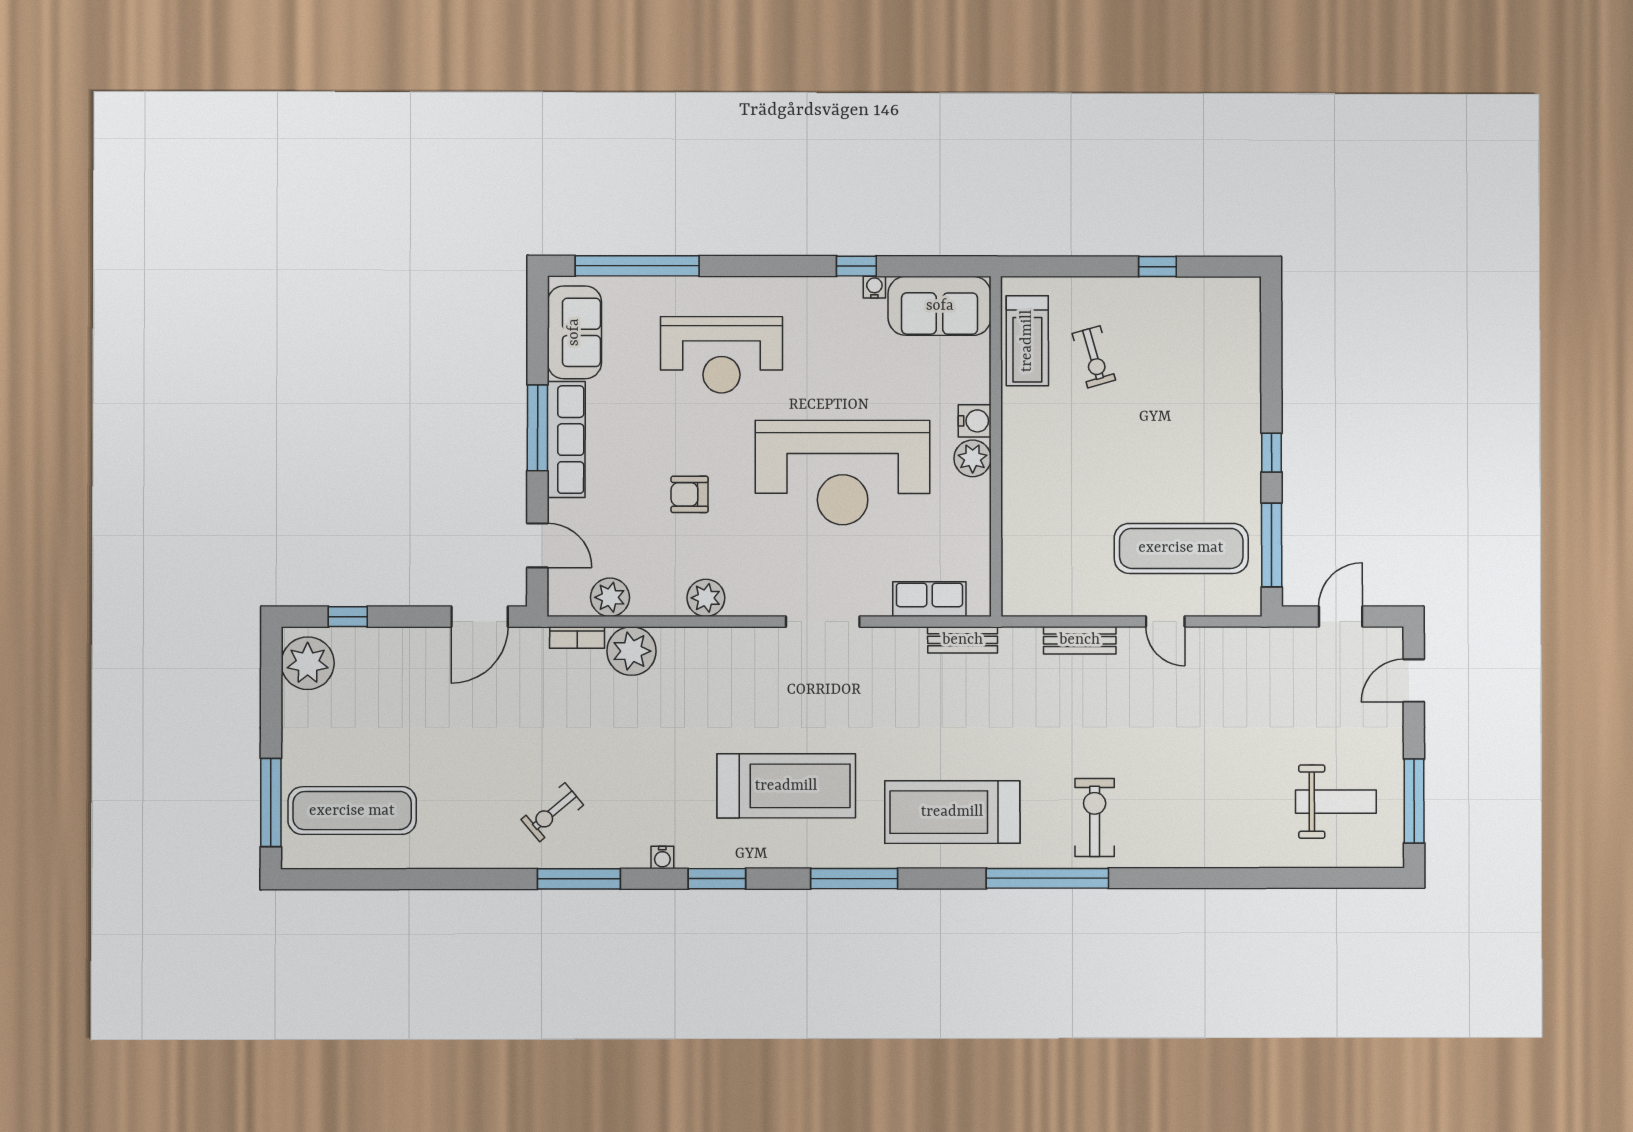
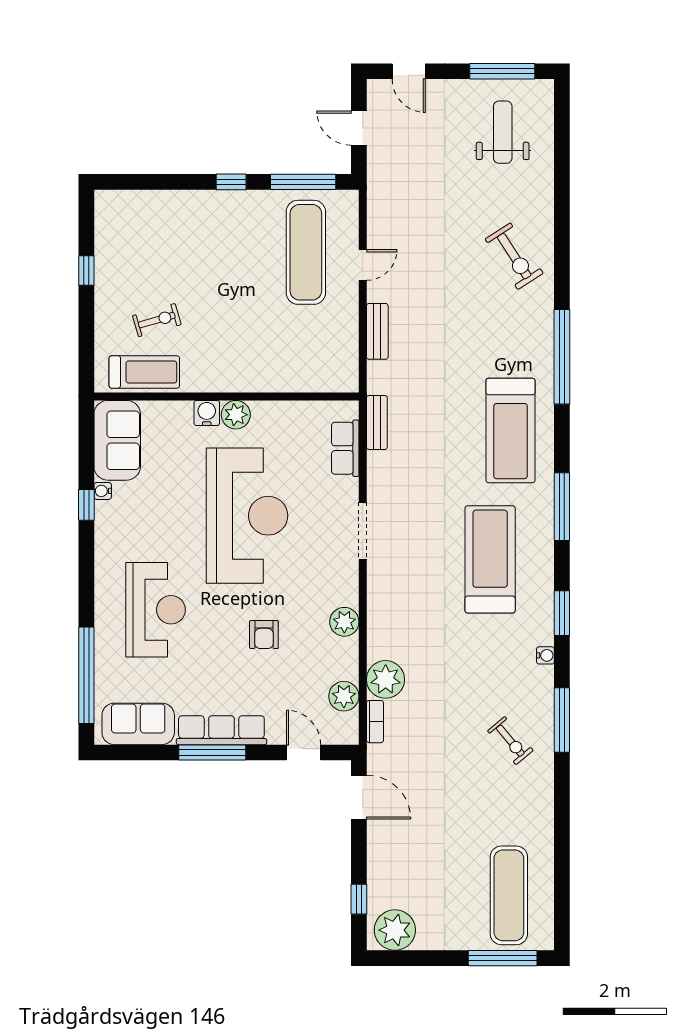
door: (537, 545) -> (304, 752), hinge flipped
exercise bike: (1095, 817) -> (514, 256), moved, turned -123

